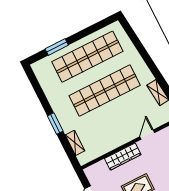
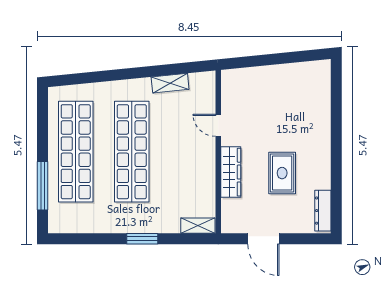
window: (57, 47) -> (43, 186), width x1.44
shelving: (75, 143) -> (198, 226), moved

